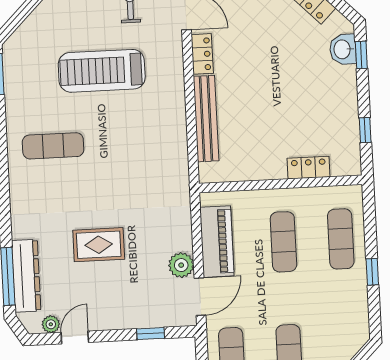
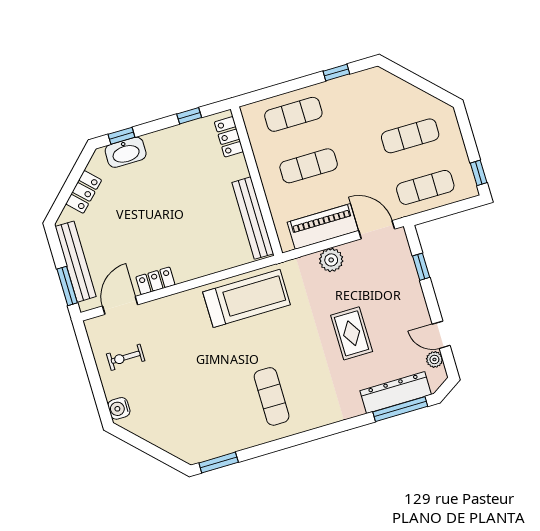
washbasin: (343, 49) -> (126, 152), width x1.38
treadmill: (102, 71) -> (247, 298), moved, turned -90
bench: (206, 119) -> (253, 218), moved, turned 90
locker: (308, 168) -> (229, 137), moved
plant: (181, 265) -> (331, 260), moved
window: (372, 272) -> (336, 73), moved

